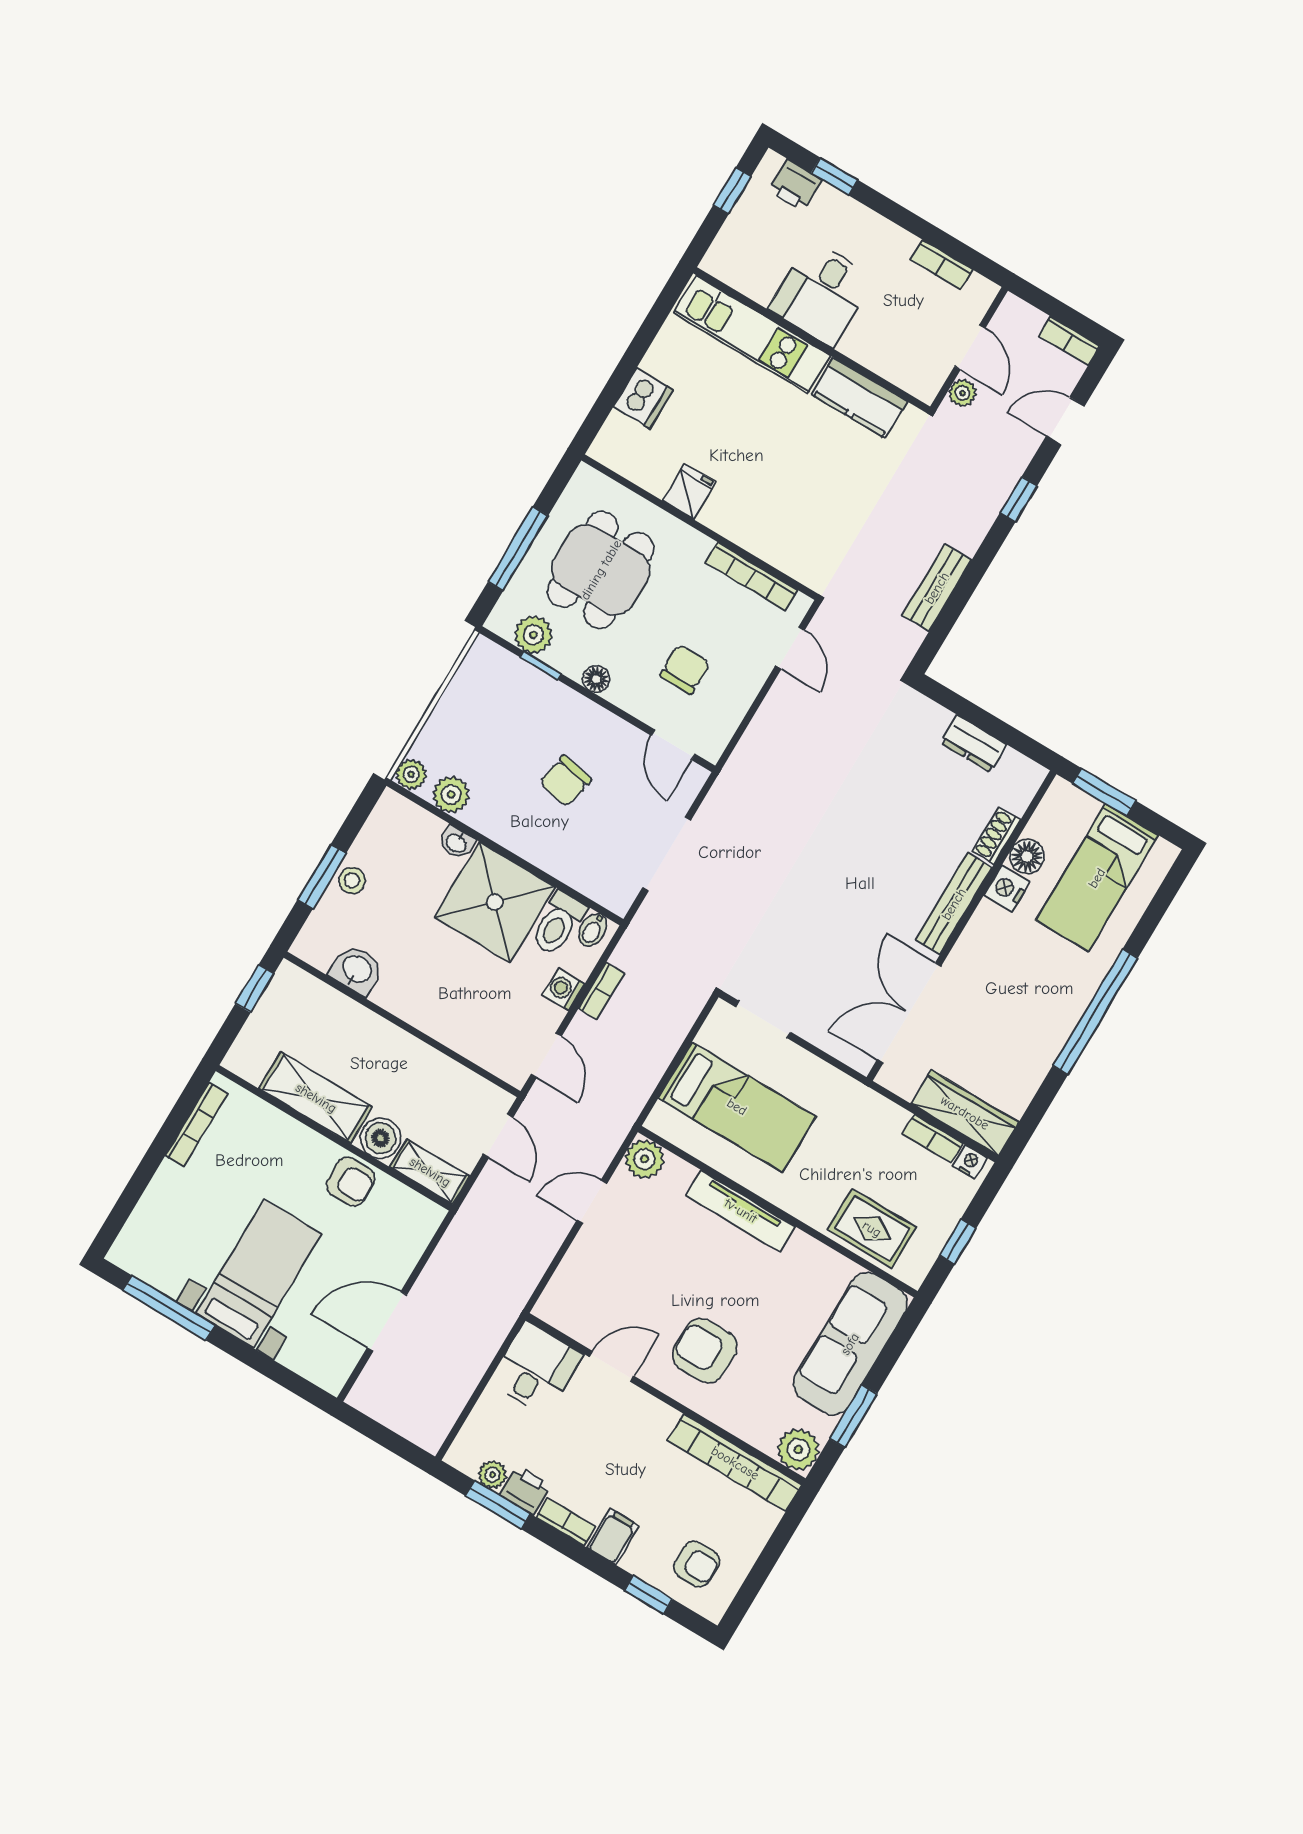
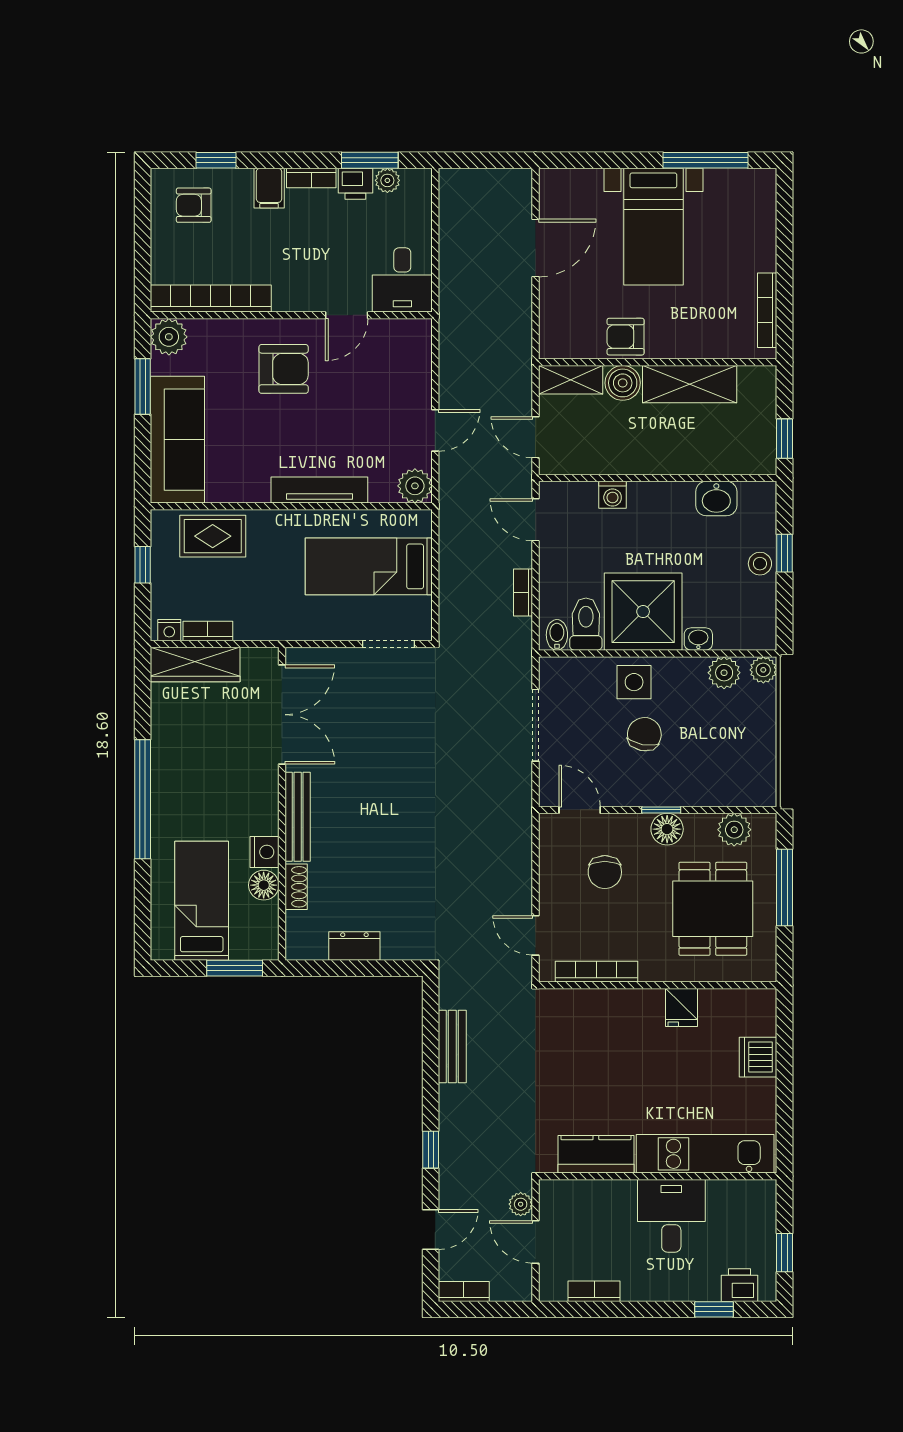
window: (541, 665) -> (661, 810), moved
floor lamp: (596, 679) -> (667, 829), width x1.37, depth x1.37
side table: (545, 838) -> (634, 682), added
window: (322, 876) -> (784, 553), width x0.67
washing machine: (563, 989) -> (613, 495), moved, turned 90

